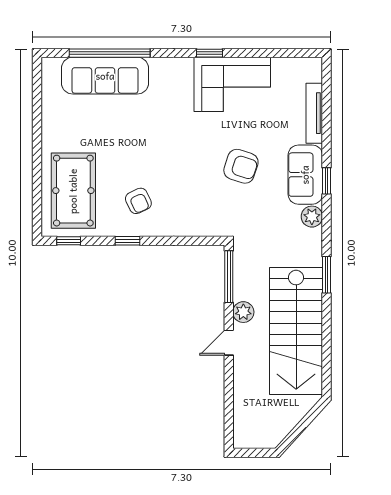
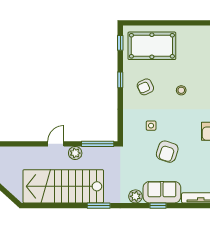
stool: (144, 144) -> (181, 90), added
side table: (200, 192) -> (151, 126), added
door: (229, 343) -> (56, 144), hinge flipped

